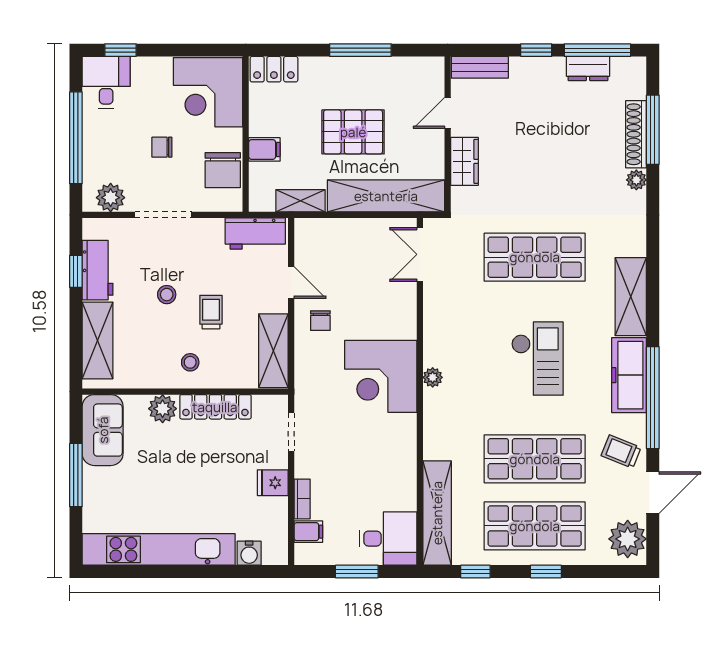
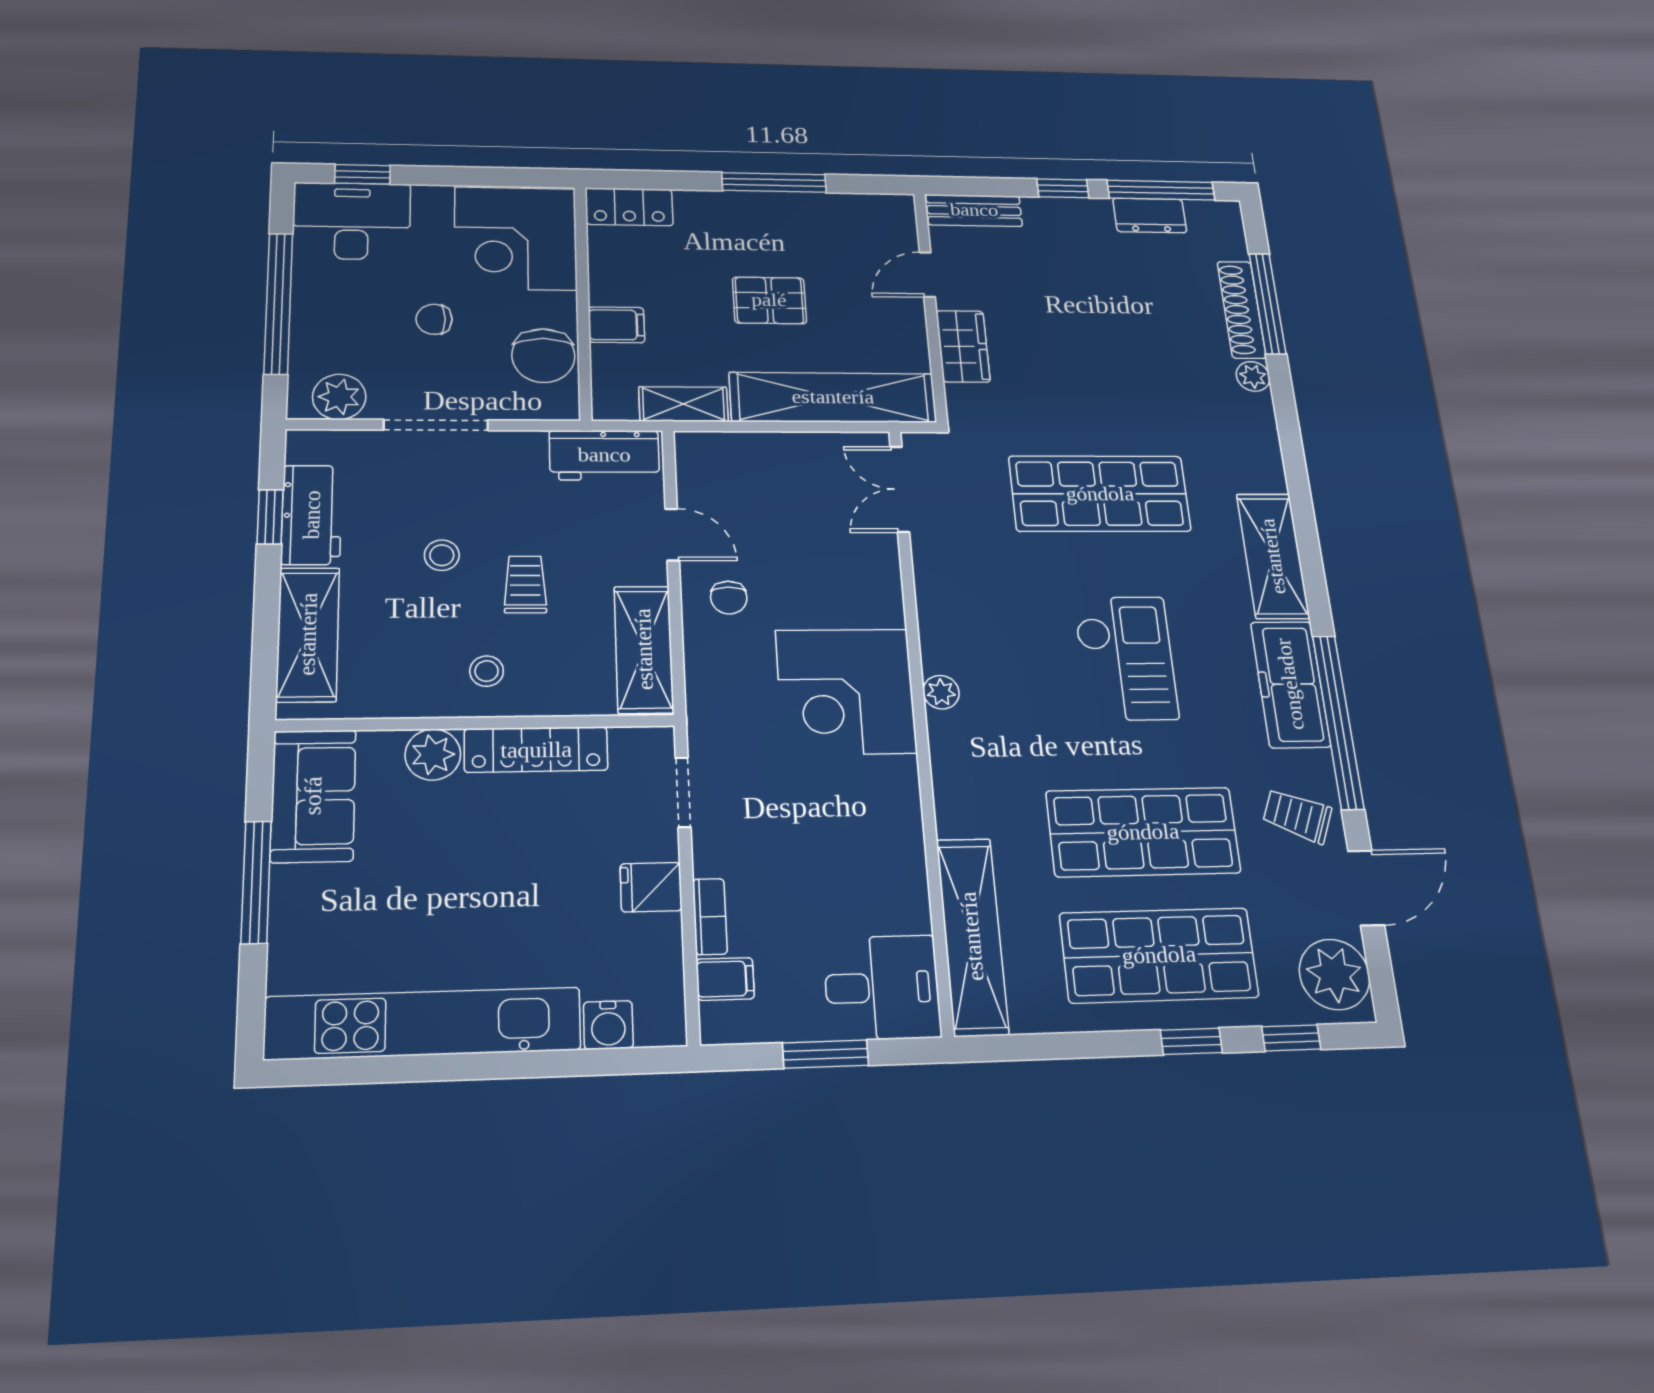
desk: (106, 82) -> (352, 221), width x1.37
pallet: (353, 132) -> (769, 300), width x0.67, depth x0.71
window: (475, 572) -> (1291, 1038), moved

